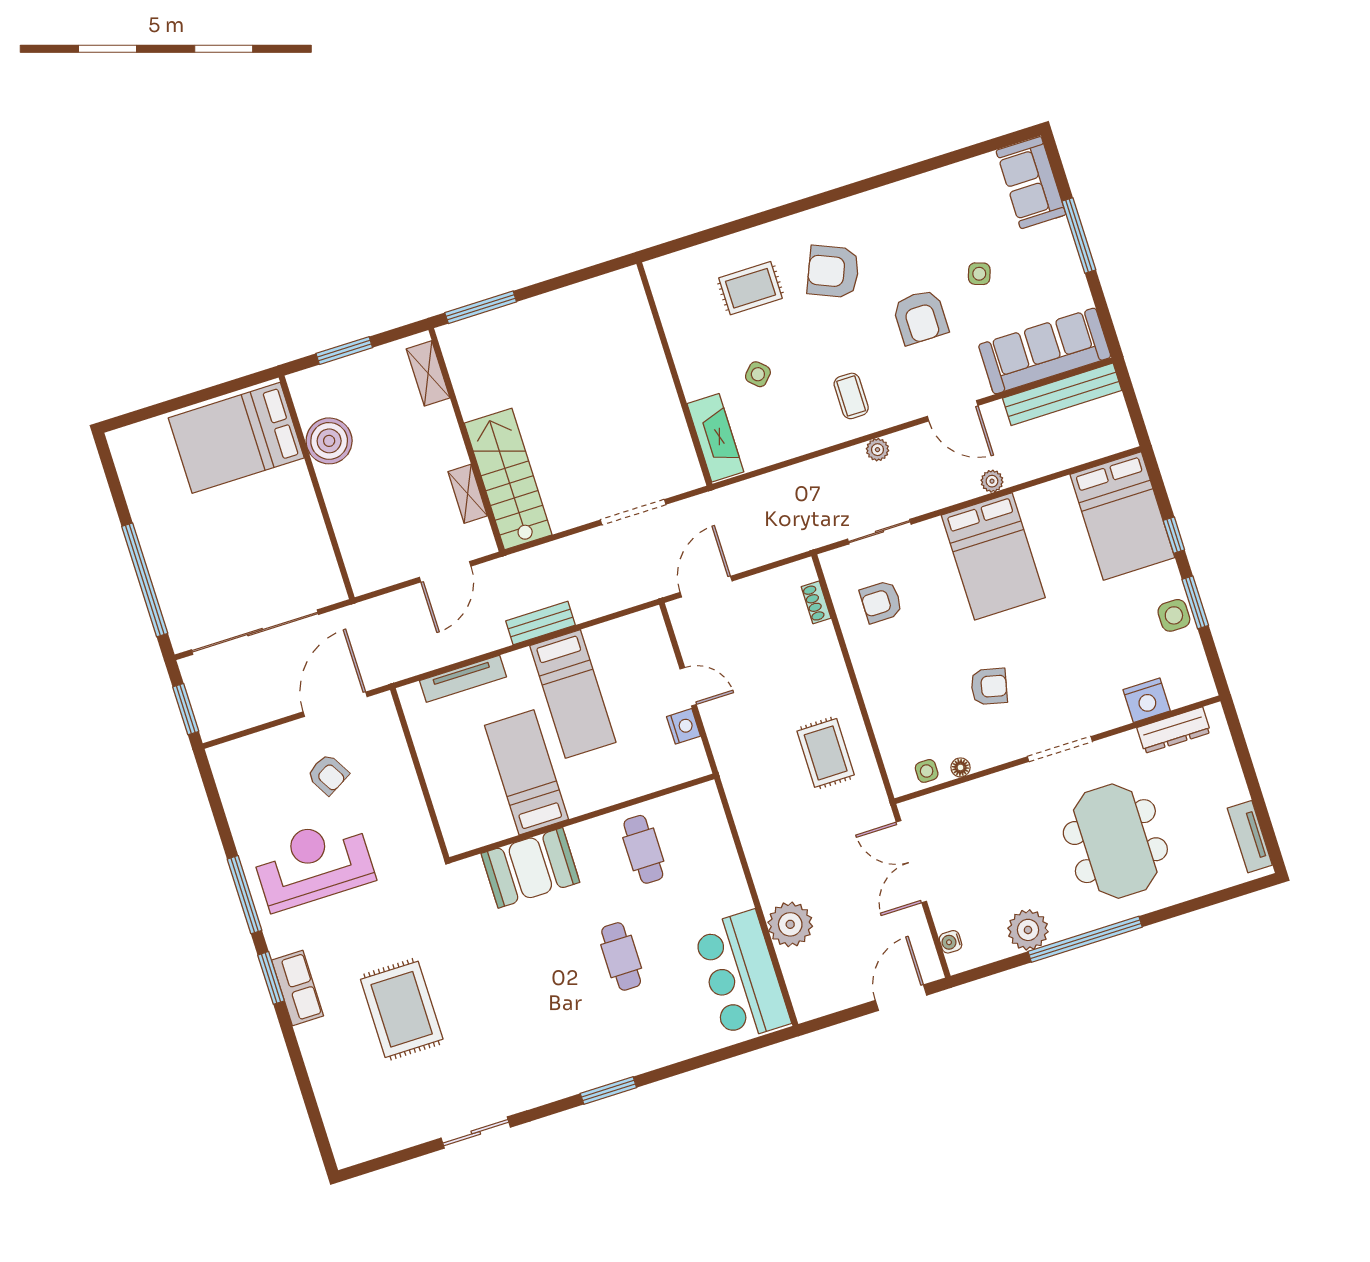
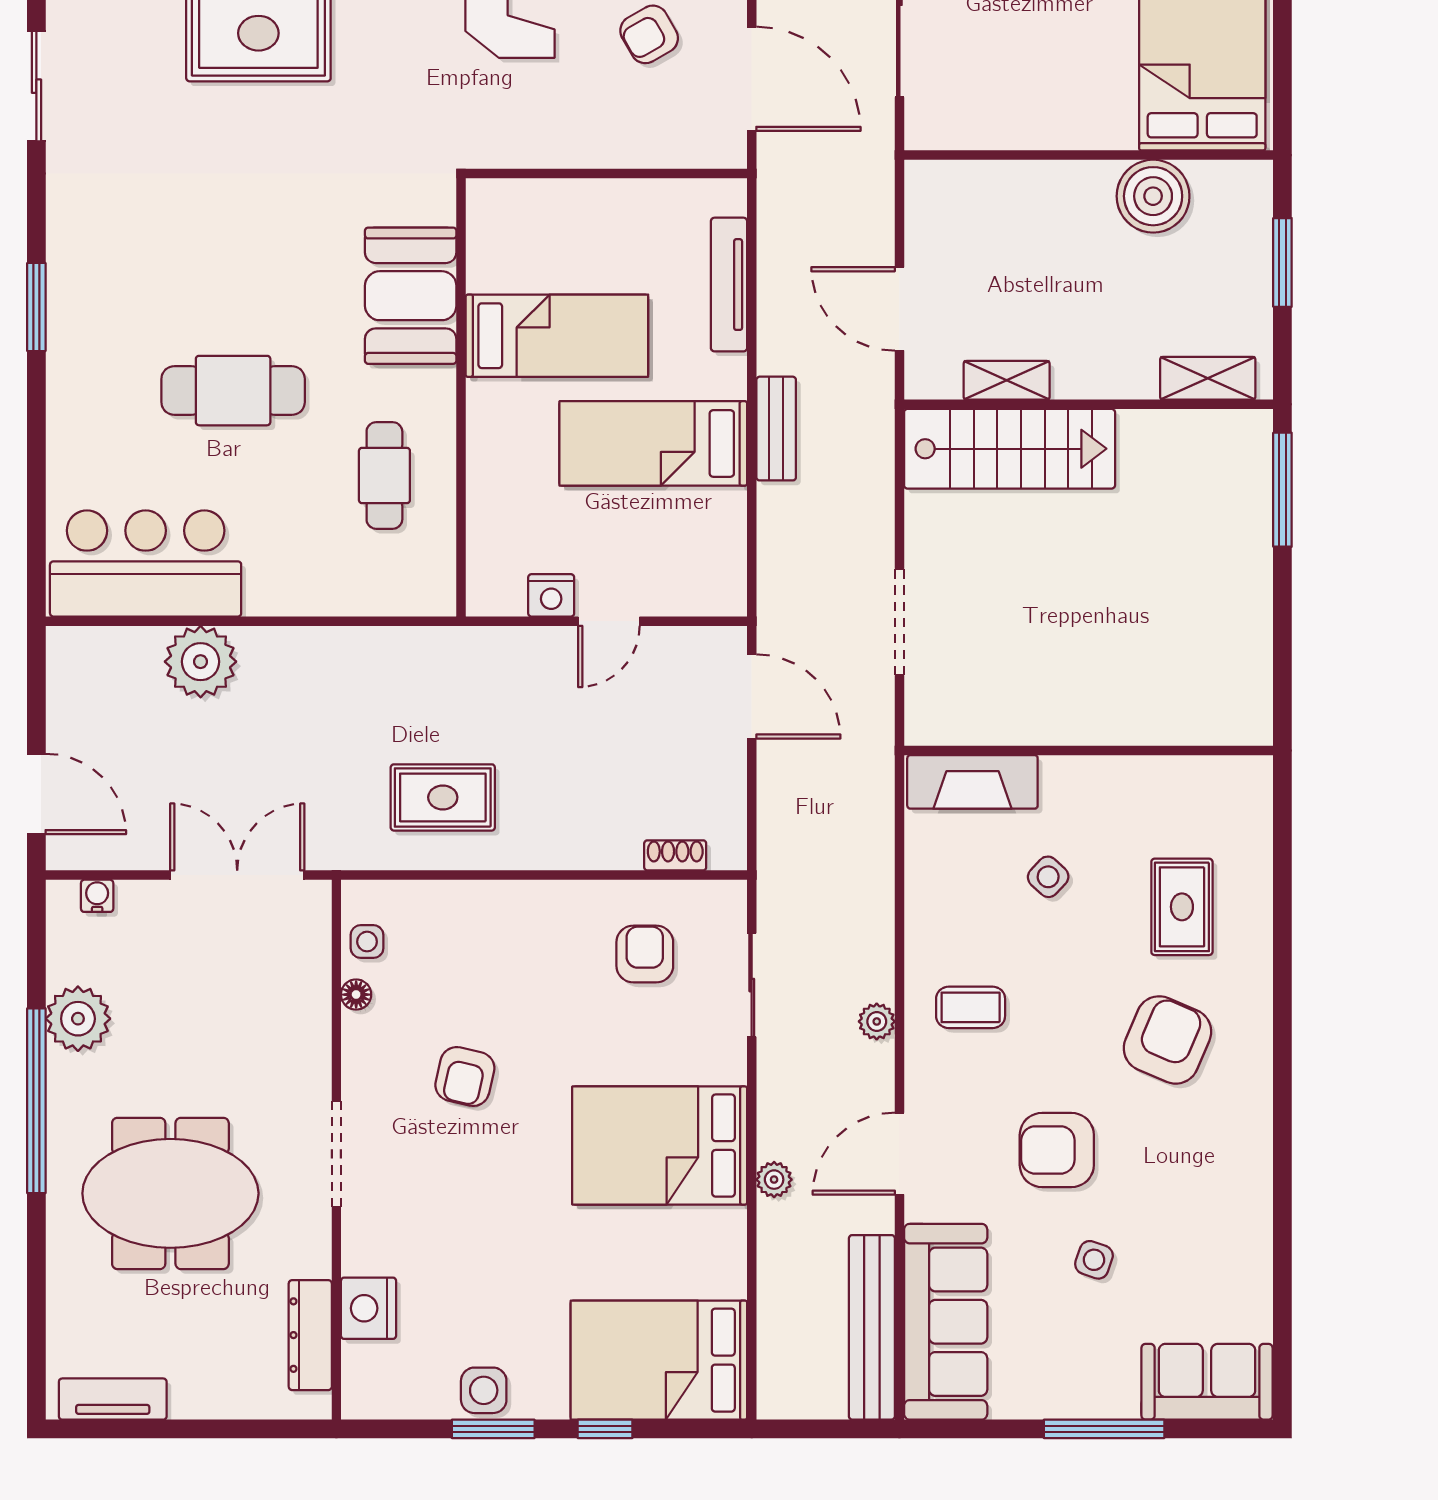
cafe table: (643, 849) -> (384, 475), turned 90
cafe table: (621, 956) -> (233, 391), width x1.37, depth x1.35

